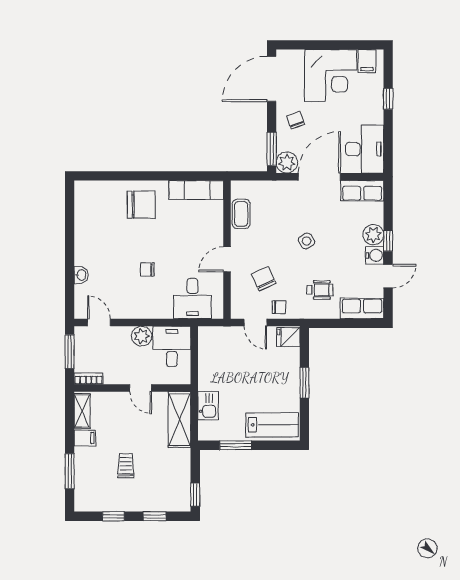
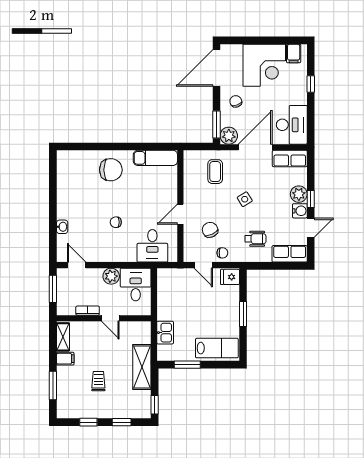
coffee table: (241, 214) -> (215, 172), moved
bookcase: (89, 379) -> (88, 311), moved
shelving: (179, 420) -> (142, 367), moved

